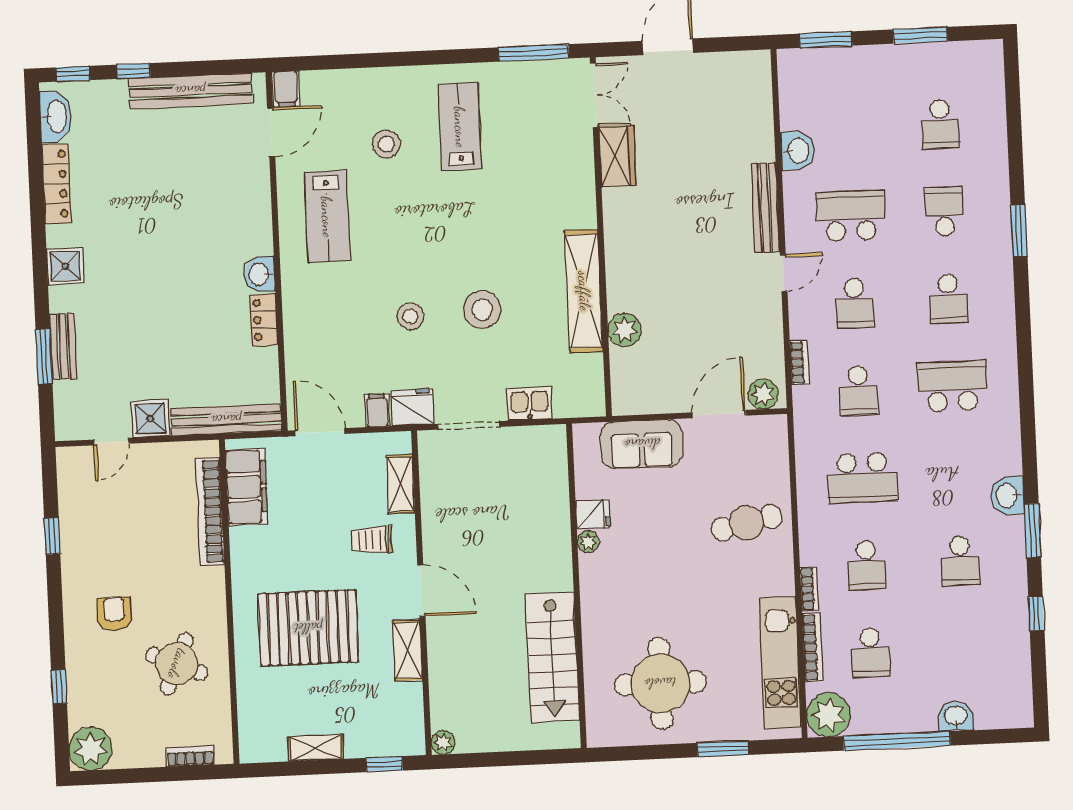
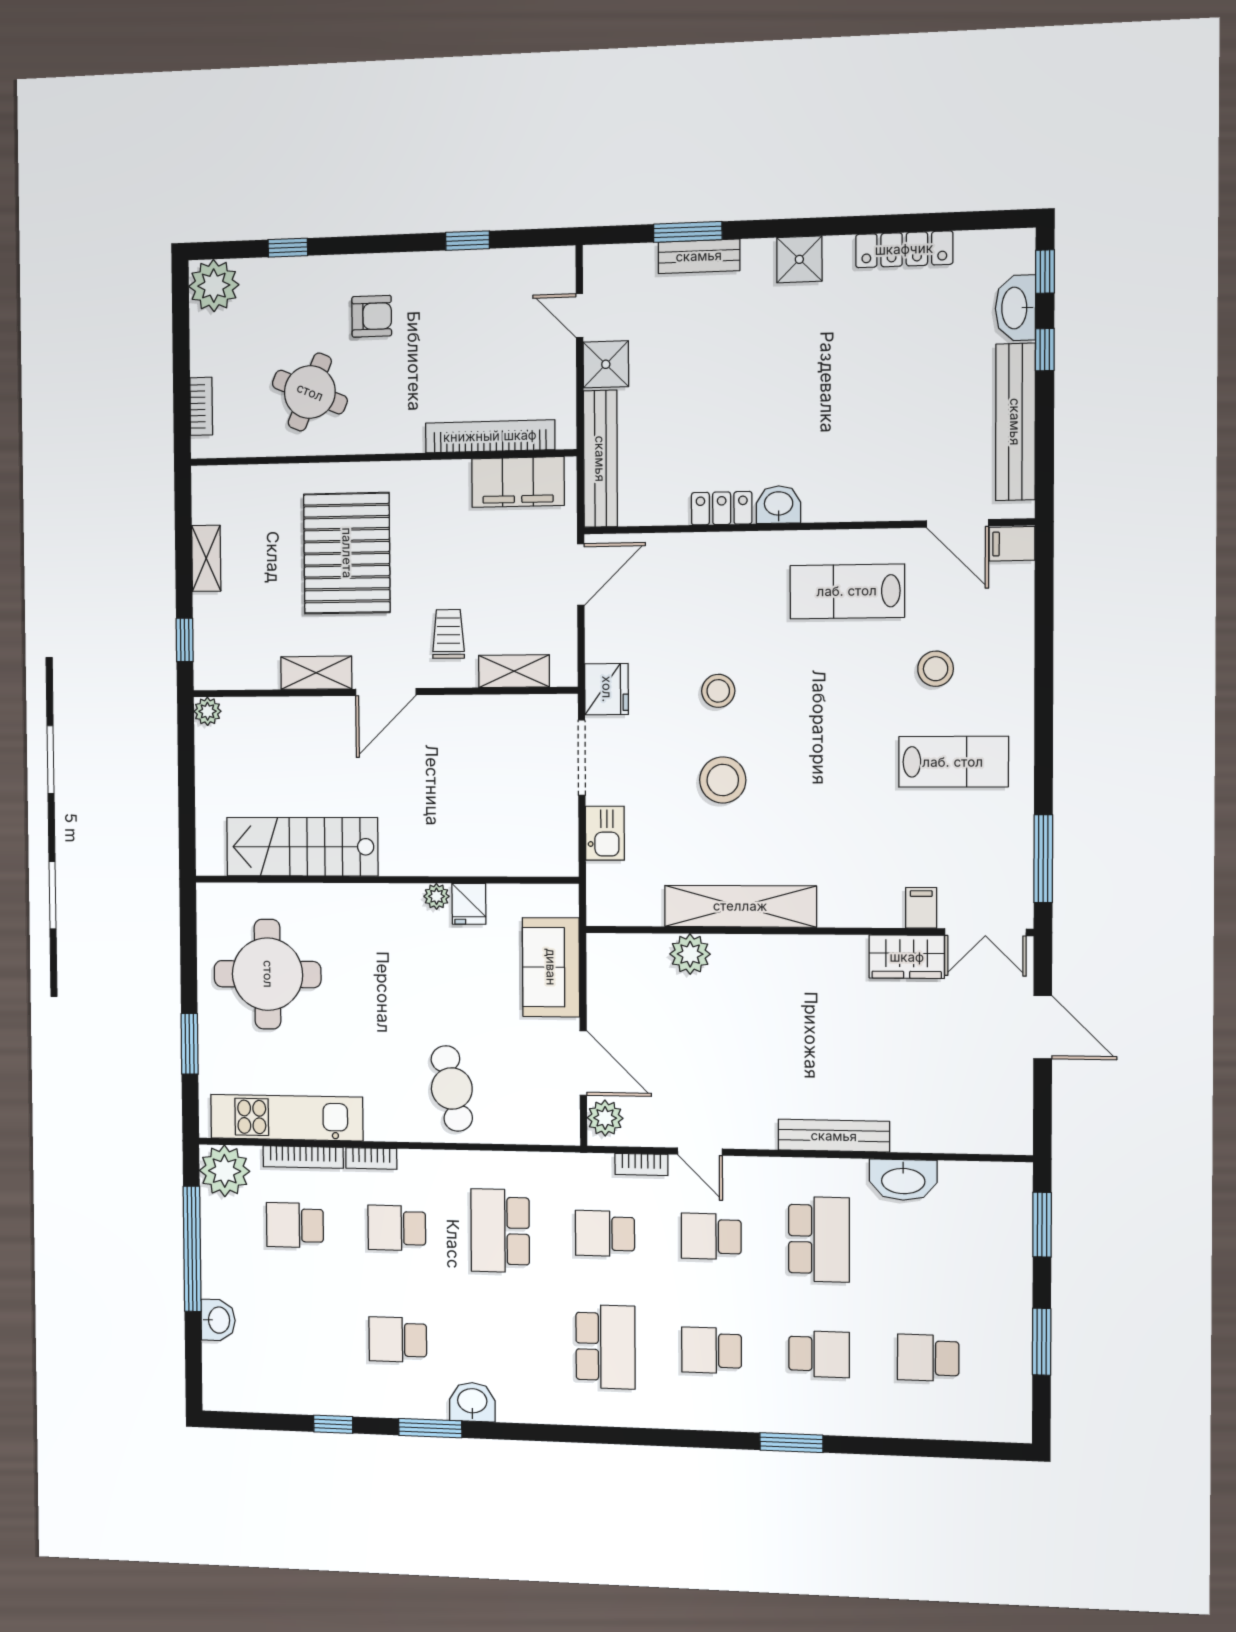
washbasin: (56, 117) -> (1015, 308), moved, turned 90
washbasin: (797, 151) -> (903, 1180), width x1.38
door: (784, 273) -> (700, 1152), moved
filing cabinet: (377, 410) -> (921, 908), moved, turned -90

